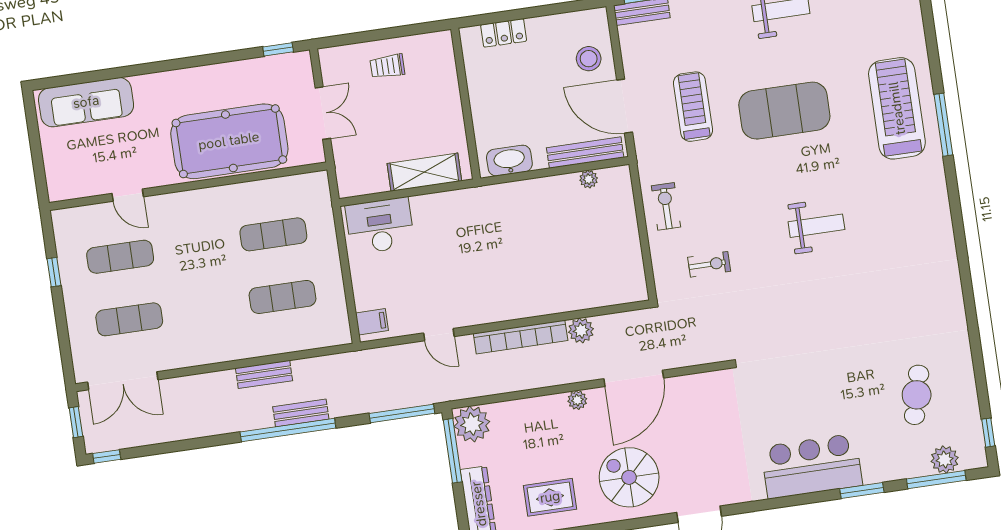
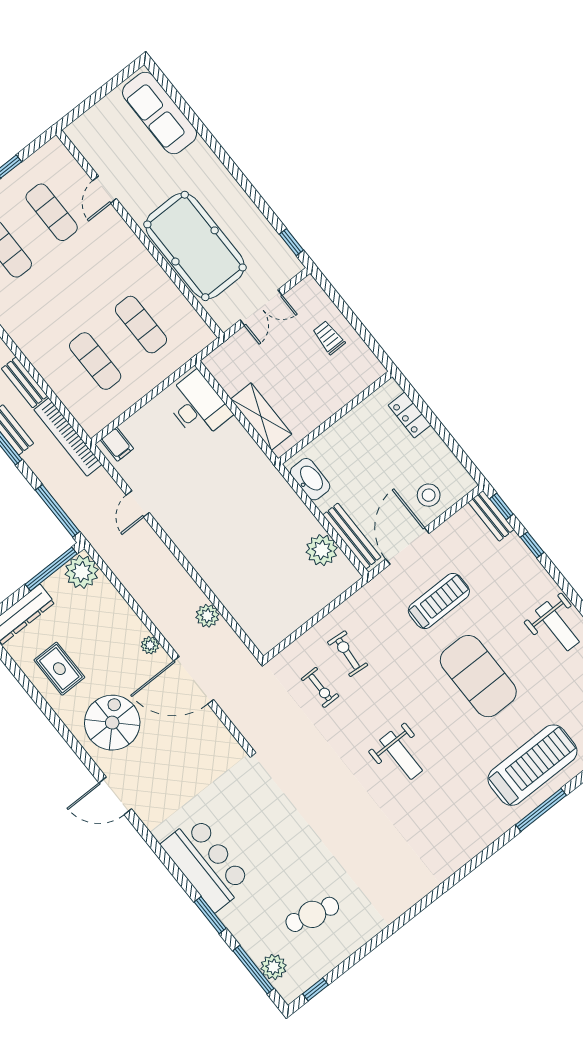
plant: (589, 179) -> (322, 550), width x1.88, depth x1.88
exercise bike: (666, 206) -> (348, 654), moved, turned -85
bookcase: (521, 337) -> (68, 437), moved

